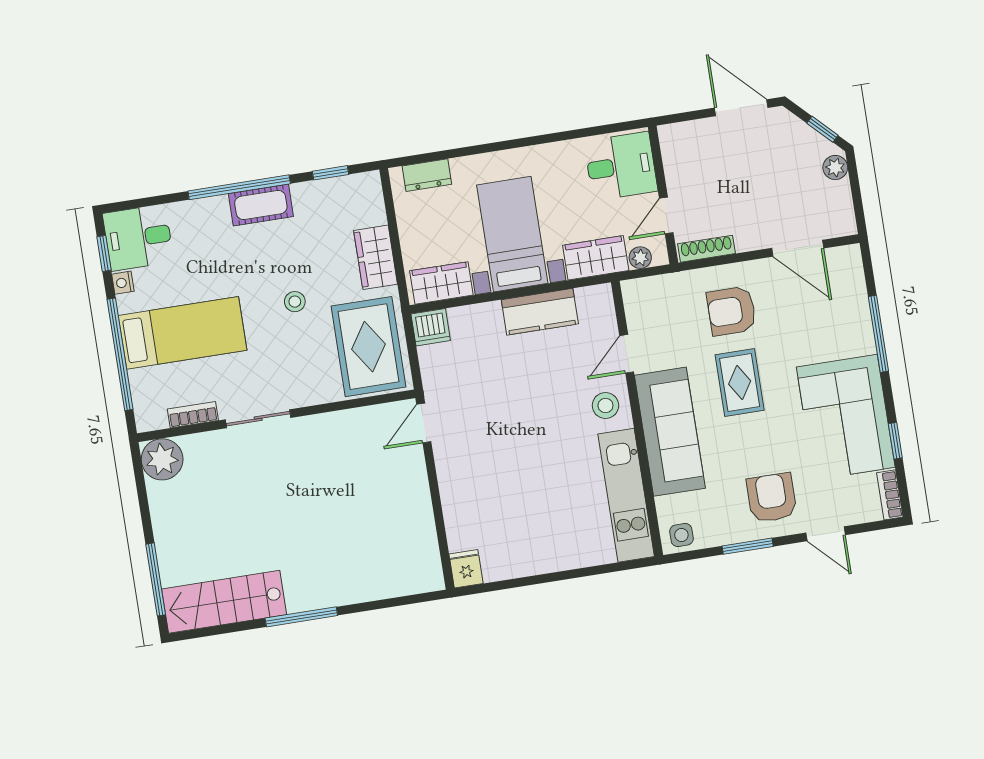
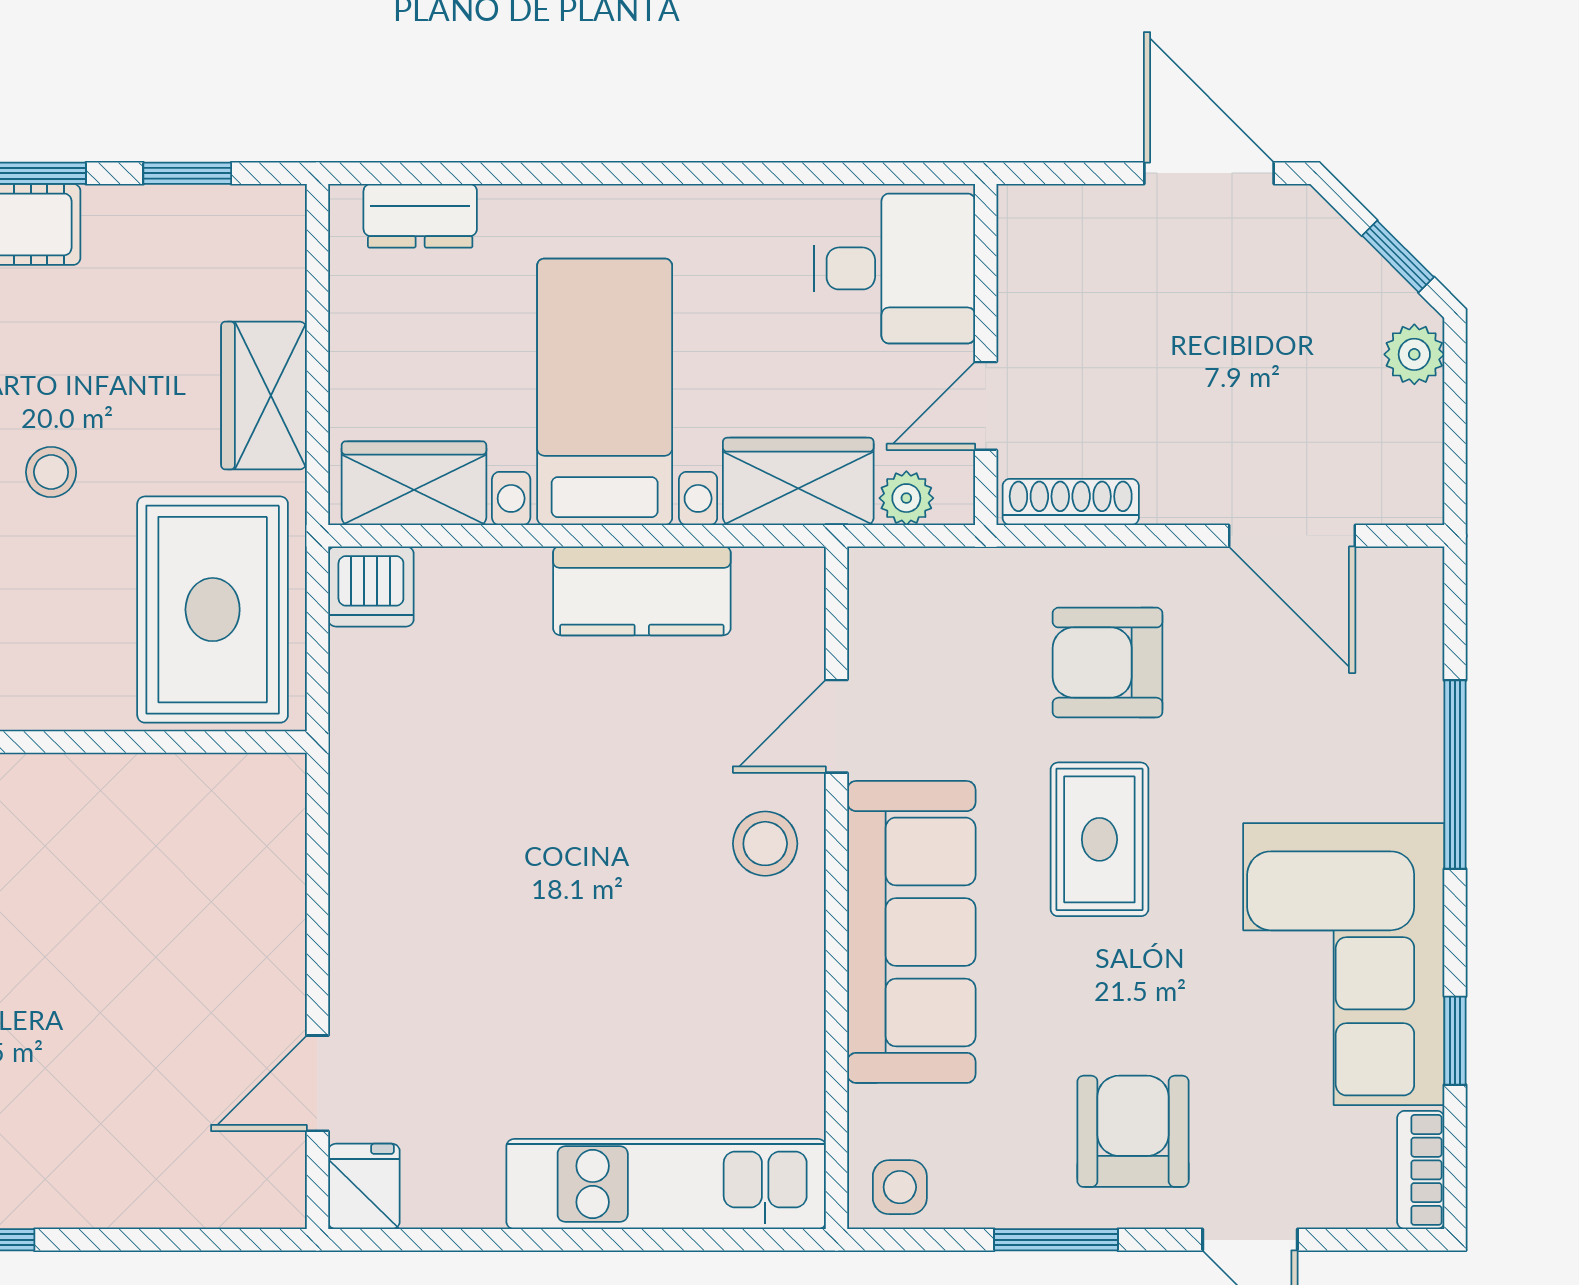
door: (424, 423) -> (317, 1083), moved
kitchen unit: (626, 495) -> (666, 1184), moved, turned 90

